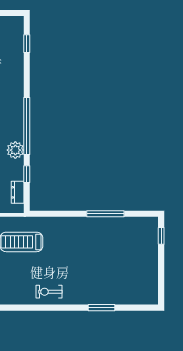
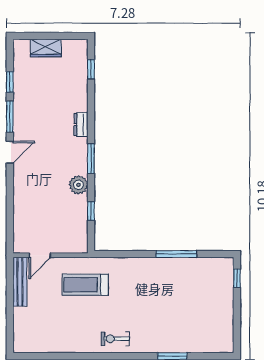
window: (27, 126) -> (91, 159), width x0.47
dresser: (18, 192) -> (81, 125), moved

